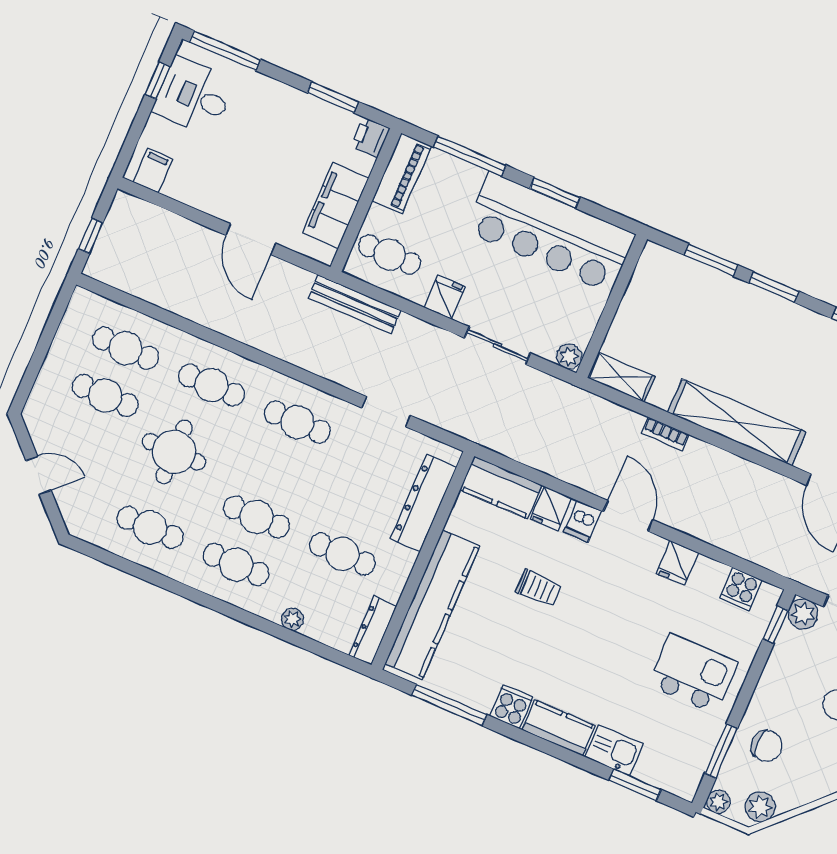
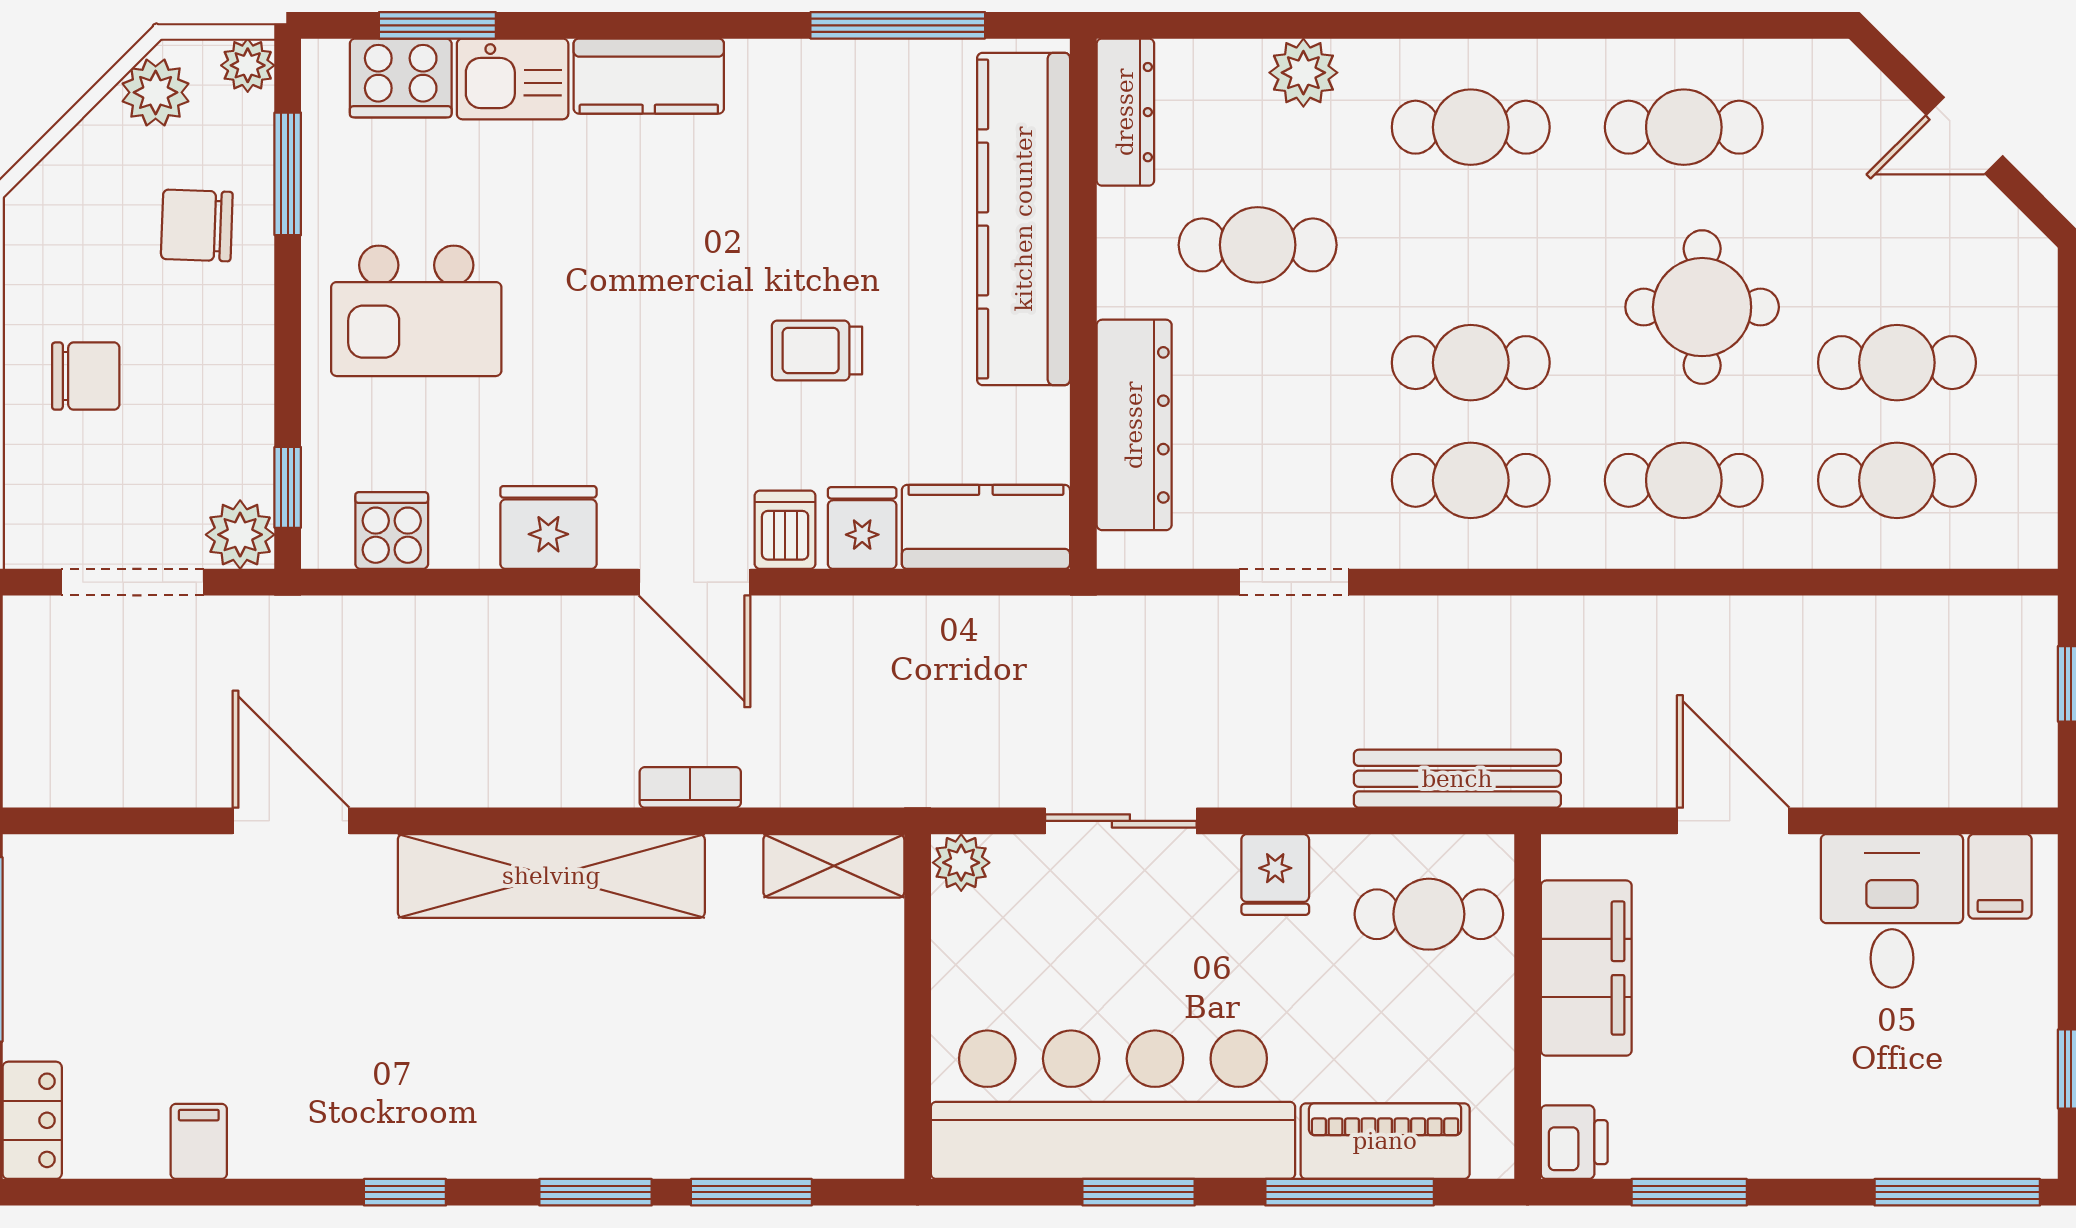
desk: (194, 96) -> (1892, 911), moved, turned -90
piano: (402, 174) -> (1385, 1141), moved, turned 90
cafe table: (256, 517) -> (1471, 363), moved
fridge: (677, 563) -> (548, 528), width x1.38
plant: (292, 619) -> (1303, 73), width x1.38, depth x1.38
cooker: (511, 707) -> (401, 78), moved, width x1.36

